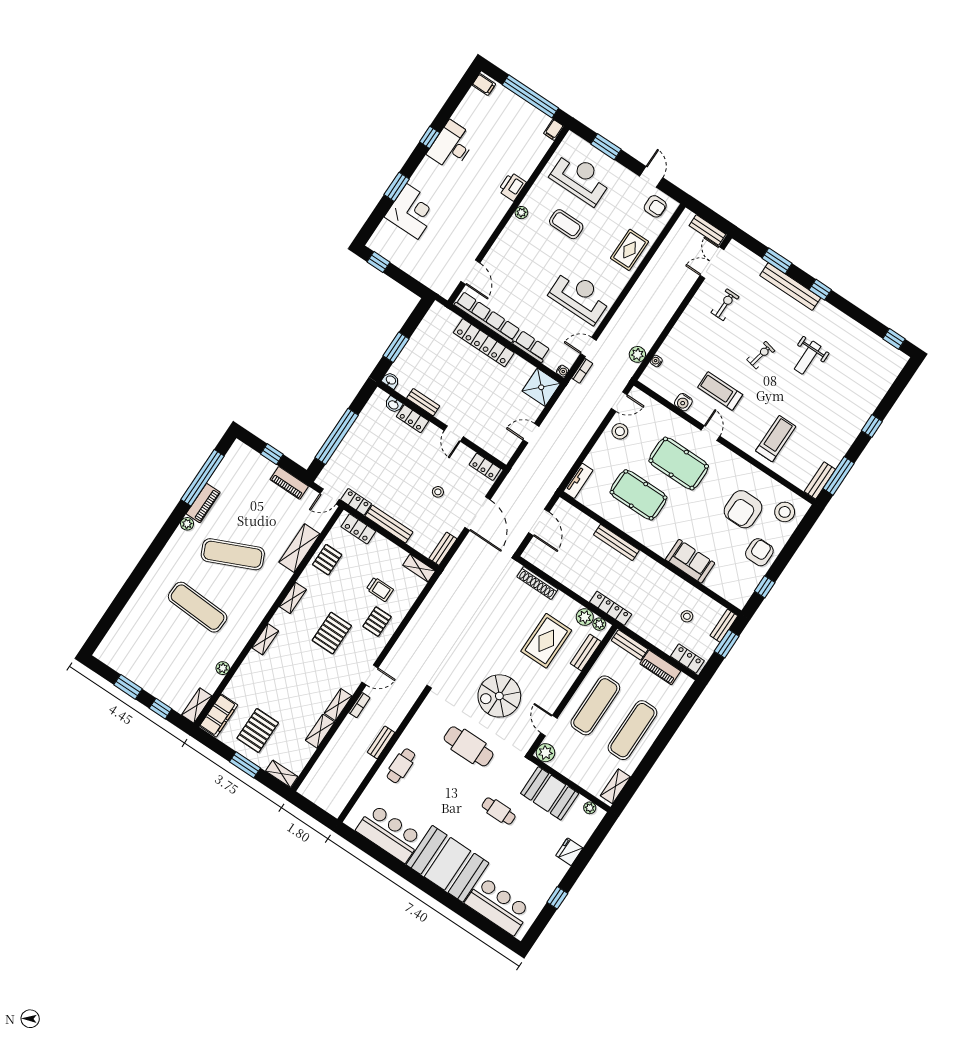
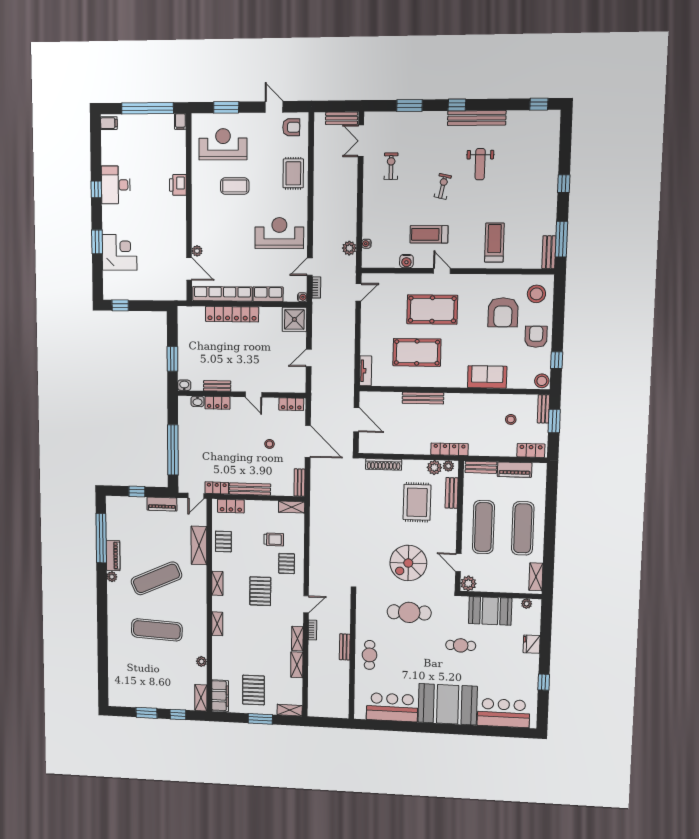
plant: (521, 213) -> (197, 251), moved
bench: (790, 287) -> (477, 118), moved
stool: (620, 431) -> (542, 381), moved

